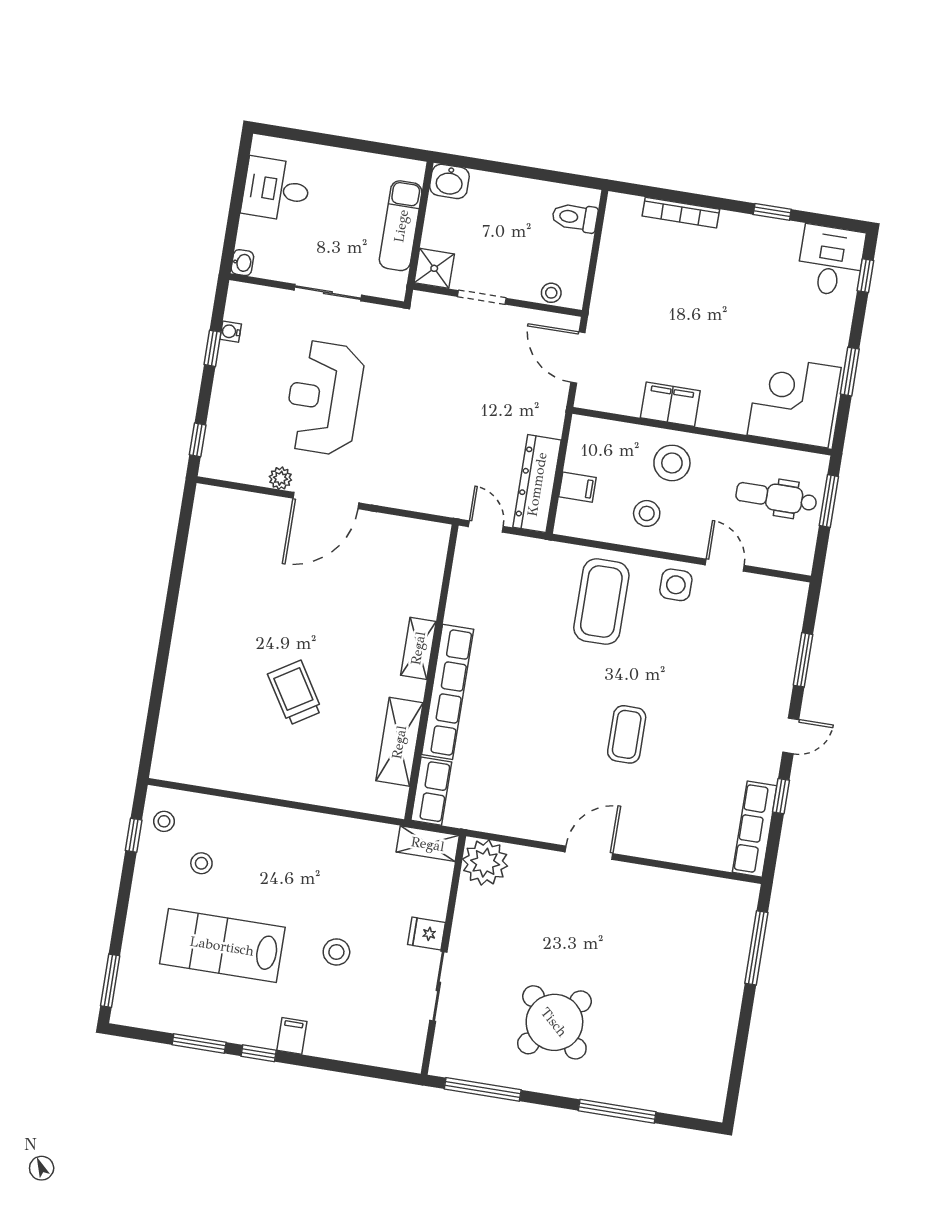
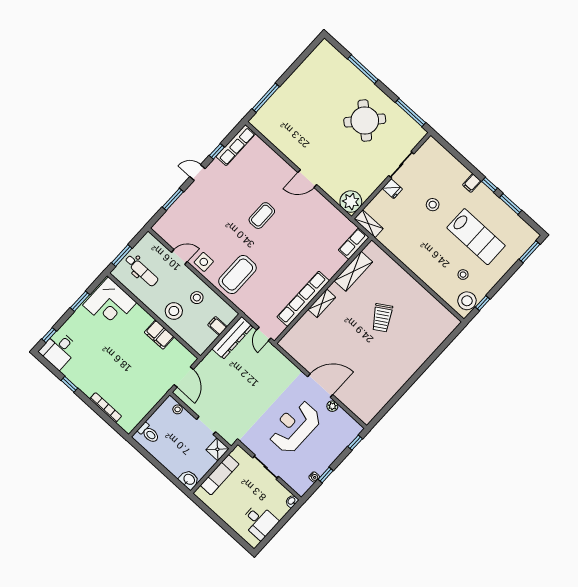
reception desk: (324, 398) -> (294, 427), turned 180
door: (725, 565) -> (179, 257), swing flipped
row of seats: (448, 692) -> (303, 299), moved
stool: (164, 821) -> (467, 301), width x1.89, depth x1.89

